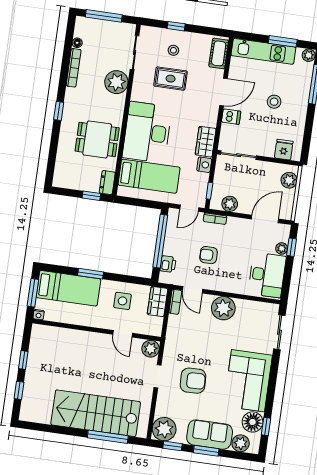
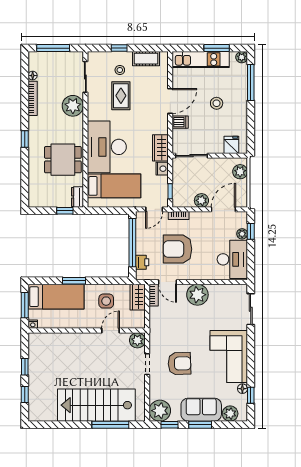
cot: (219, 53) -> (146, 59), moved, turned 90
rug: (171, 79) -> (121, 96), turned 90
plant: (230, 204) -> (201, 200), moved
armchair: (209, 255) -> (177, 249), width x1.88, depth x1.88
door: (123, 334) -> (110, 331), swing flipped
floor lamp: (253, 422) -> (242, 389), width x0.53, depth x0.53

